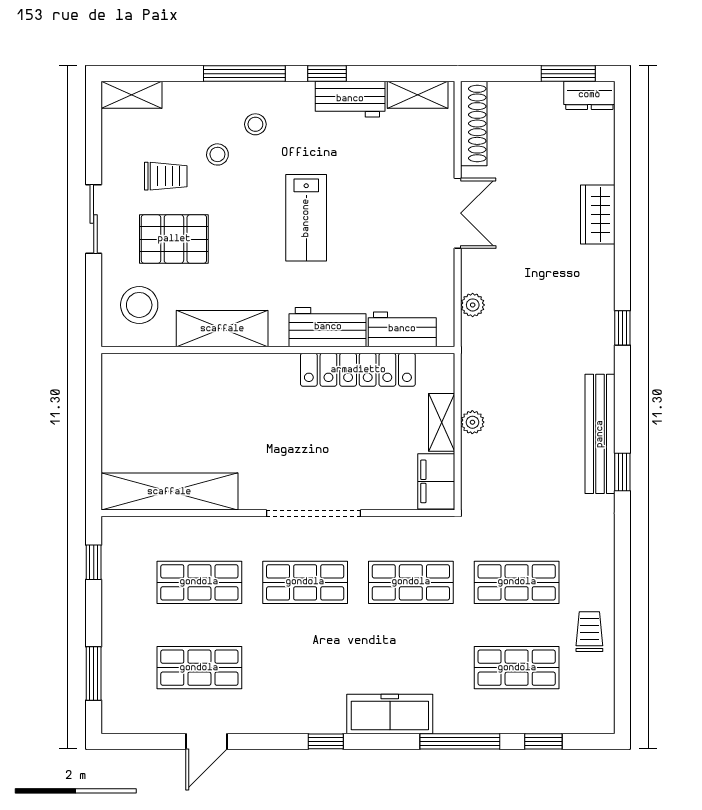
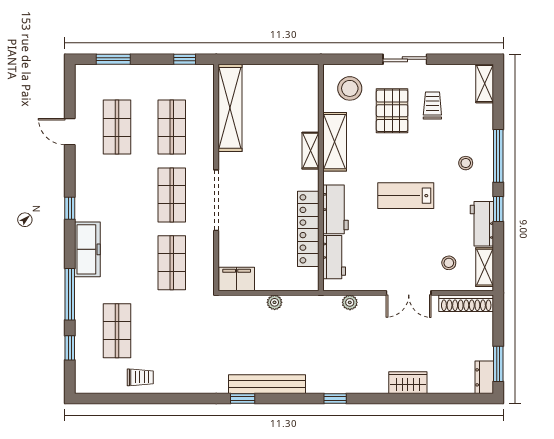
stool: (217, 154) -> (449, 263), moved
trolley: (166, 176) -> (432, 105), turned 180
shelving: (442, 422) -> (311, 151), moved, turned 90
shop shelf: (517, 582) -> (172, 331), removed

